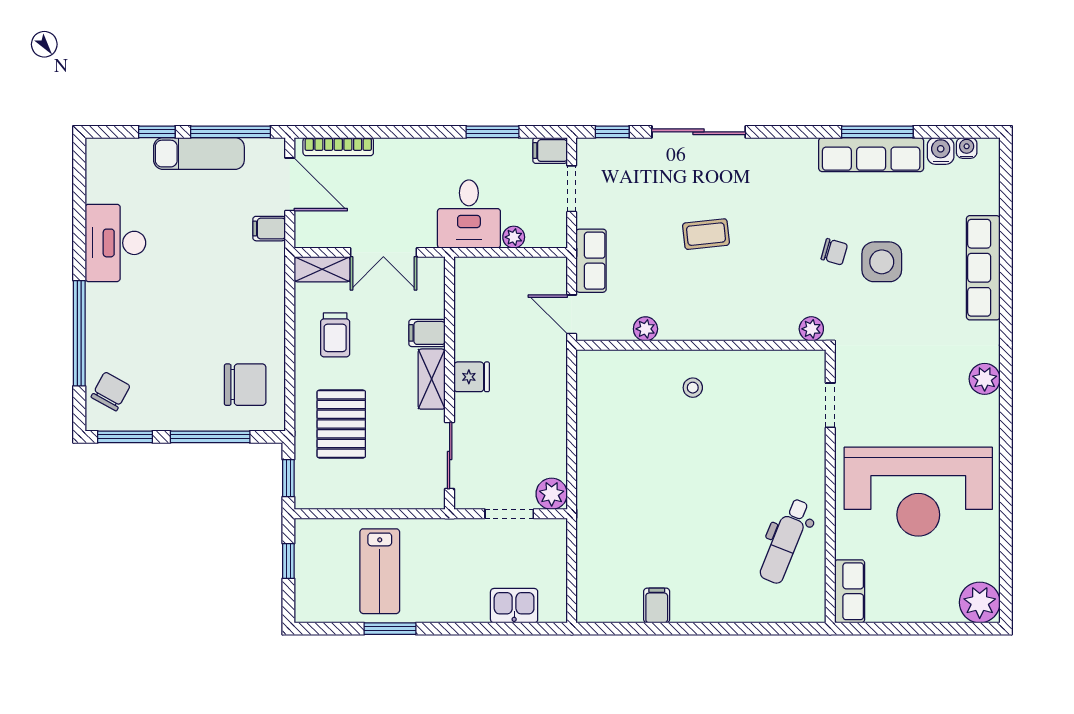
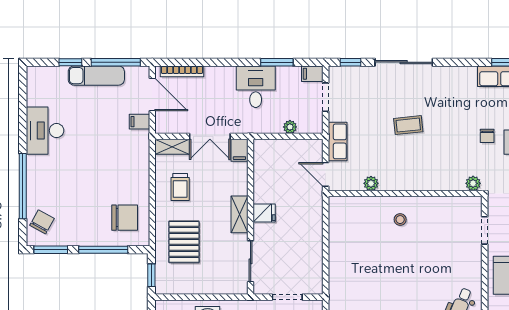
desk: (469, 214) -> (256, 87), moved, turned 180
chair: (834, 252) -> (487, 136), turned 74
filing cabinet: (427, 333) -> (239, 150), moved, turned -90
plant: (552, 494) -> (313, 285), removed

